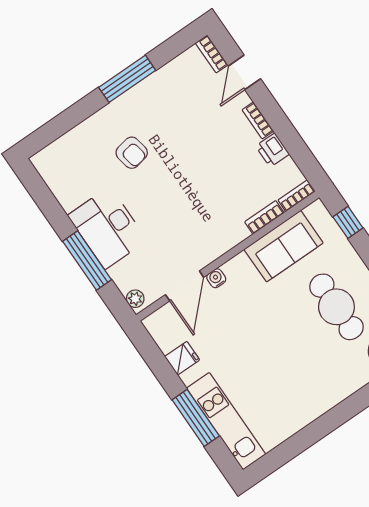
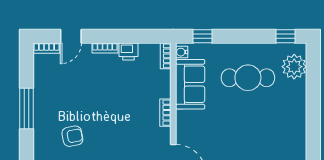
door: (244, 72) -> (71, 36), hinge flipped
bookcase: (264, 217) -> (165, 113), moved
water cooler: (216, 278) -> (182, 52), moved

